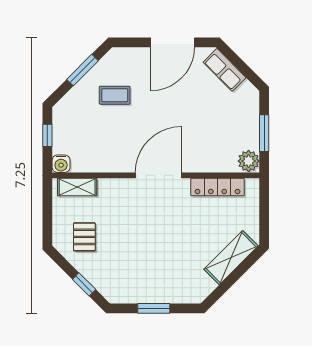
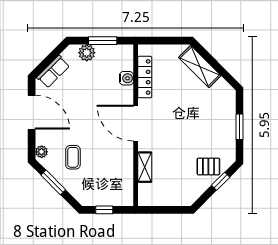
plant: (122, 55) -> (42, 152), added
plant: (249, 161) -> (87, 53), moved
water cooler: (61, 164) -> (126, 78), moved
shelving: (77, 187) -> (145, 167), moved
pallet: (84, 237) -> (208, 166), moved

